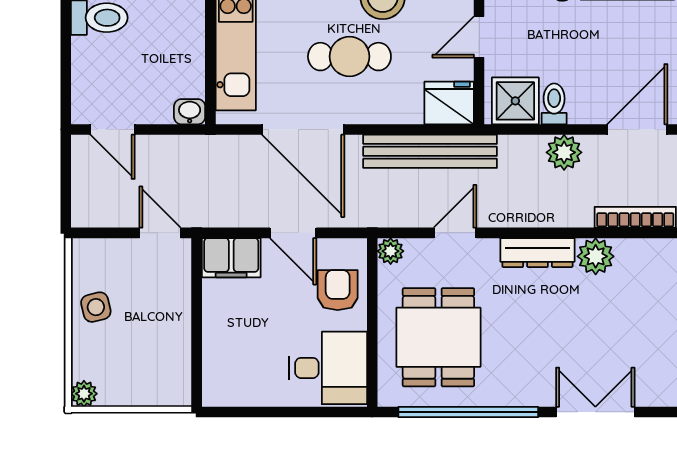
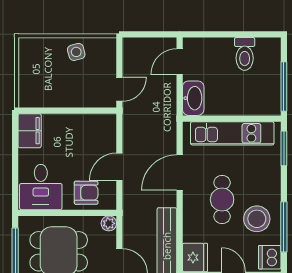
washbasin: (190, 112) -> (193, 98), width x1.91, depth x1.45
door: (303, 130) -> (180, 173), width x0.73
filing cabinet: (231, 258) -> (30, 131), moved, turned 180
plant: (84, 394) -> (26, 45), removed

